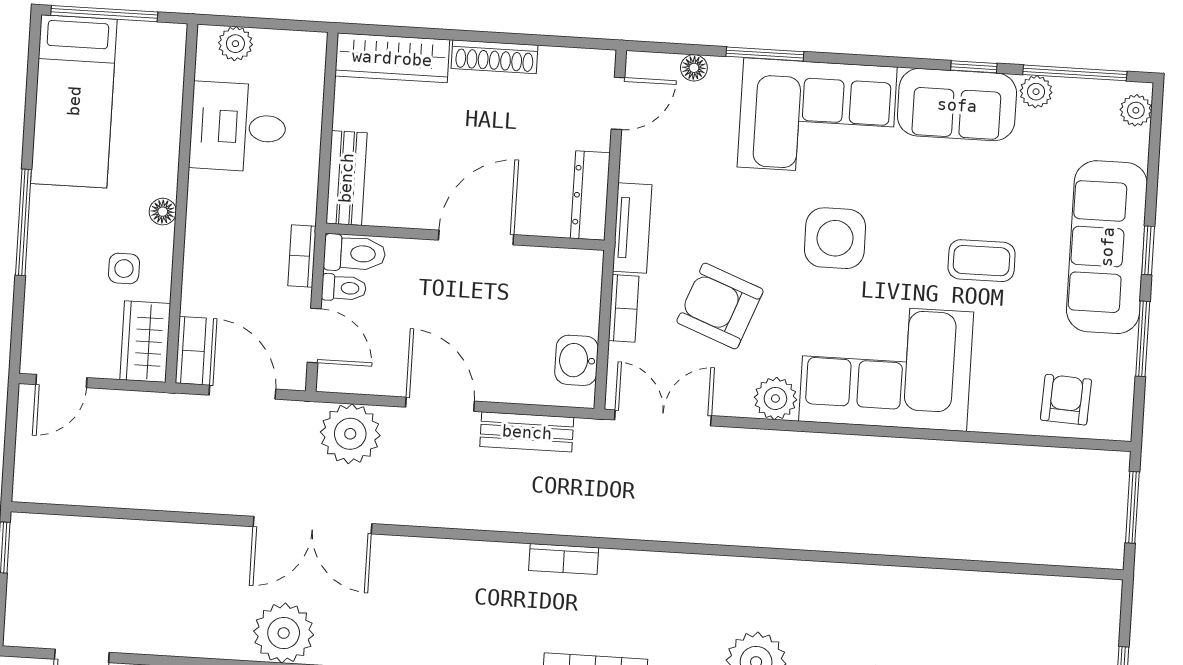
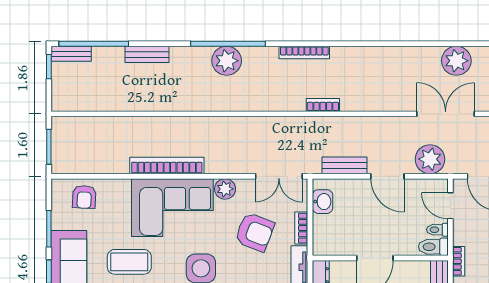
bookcase: (302, 256) -> (459, 261), moved
coffee table: (982, 261) -> (129, 262), width x1.36, depth x1.30
bookcase: (892, 454) -> (167, 165), added

